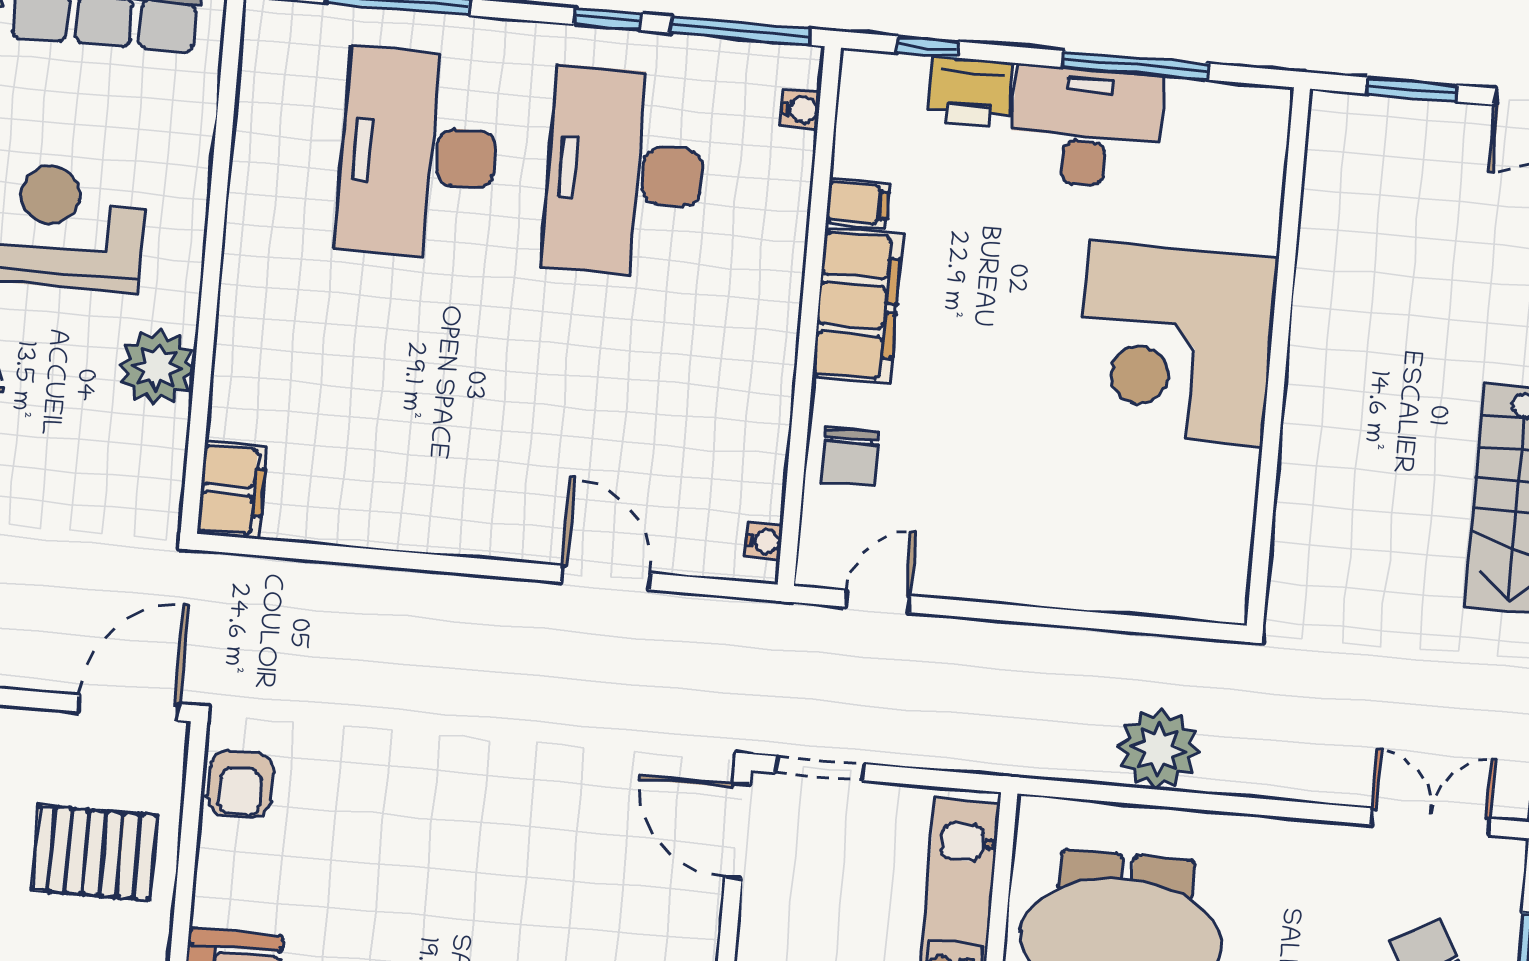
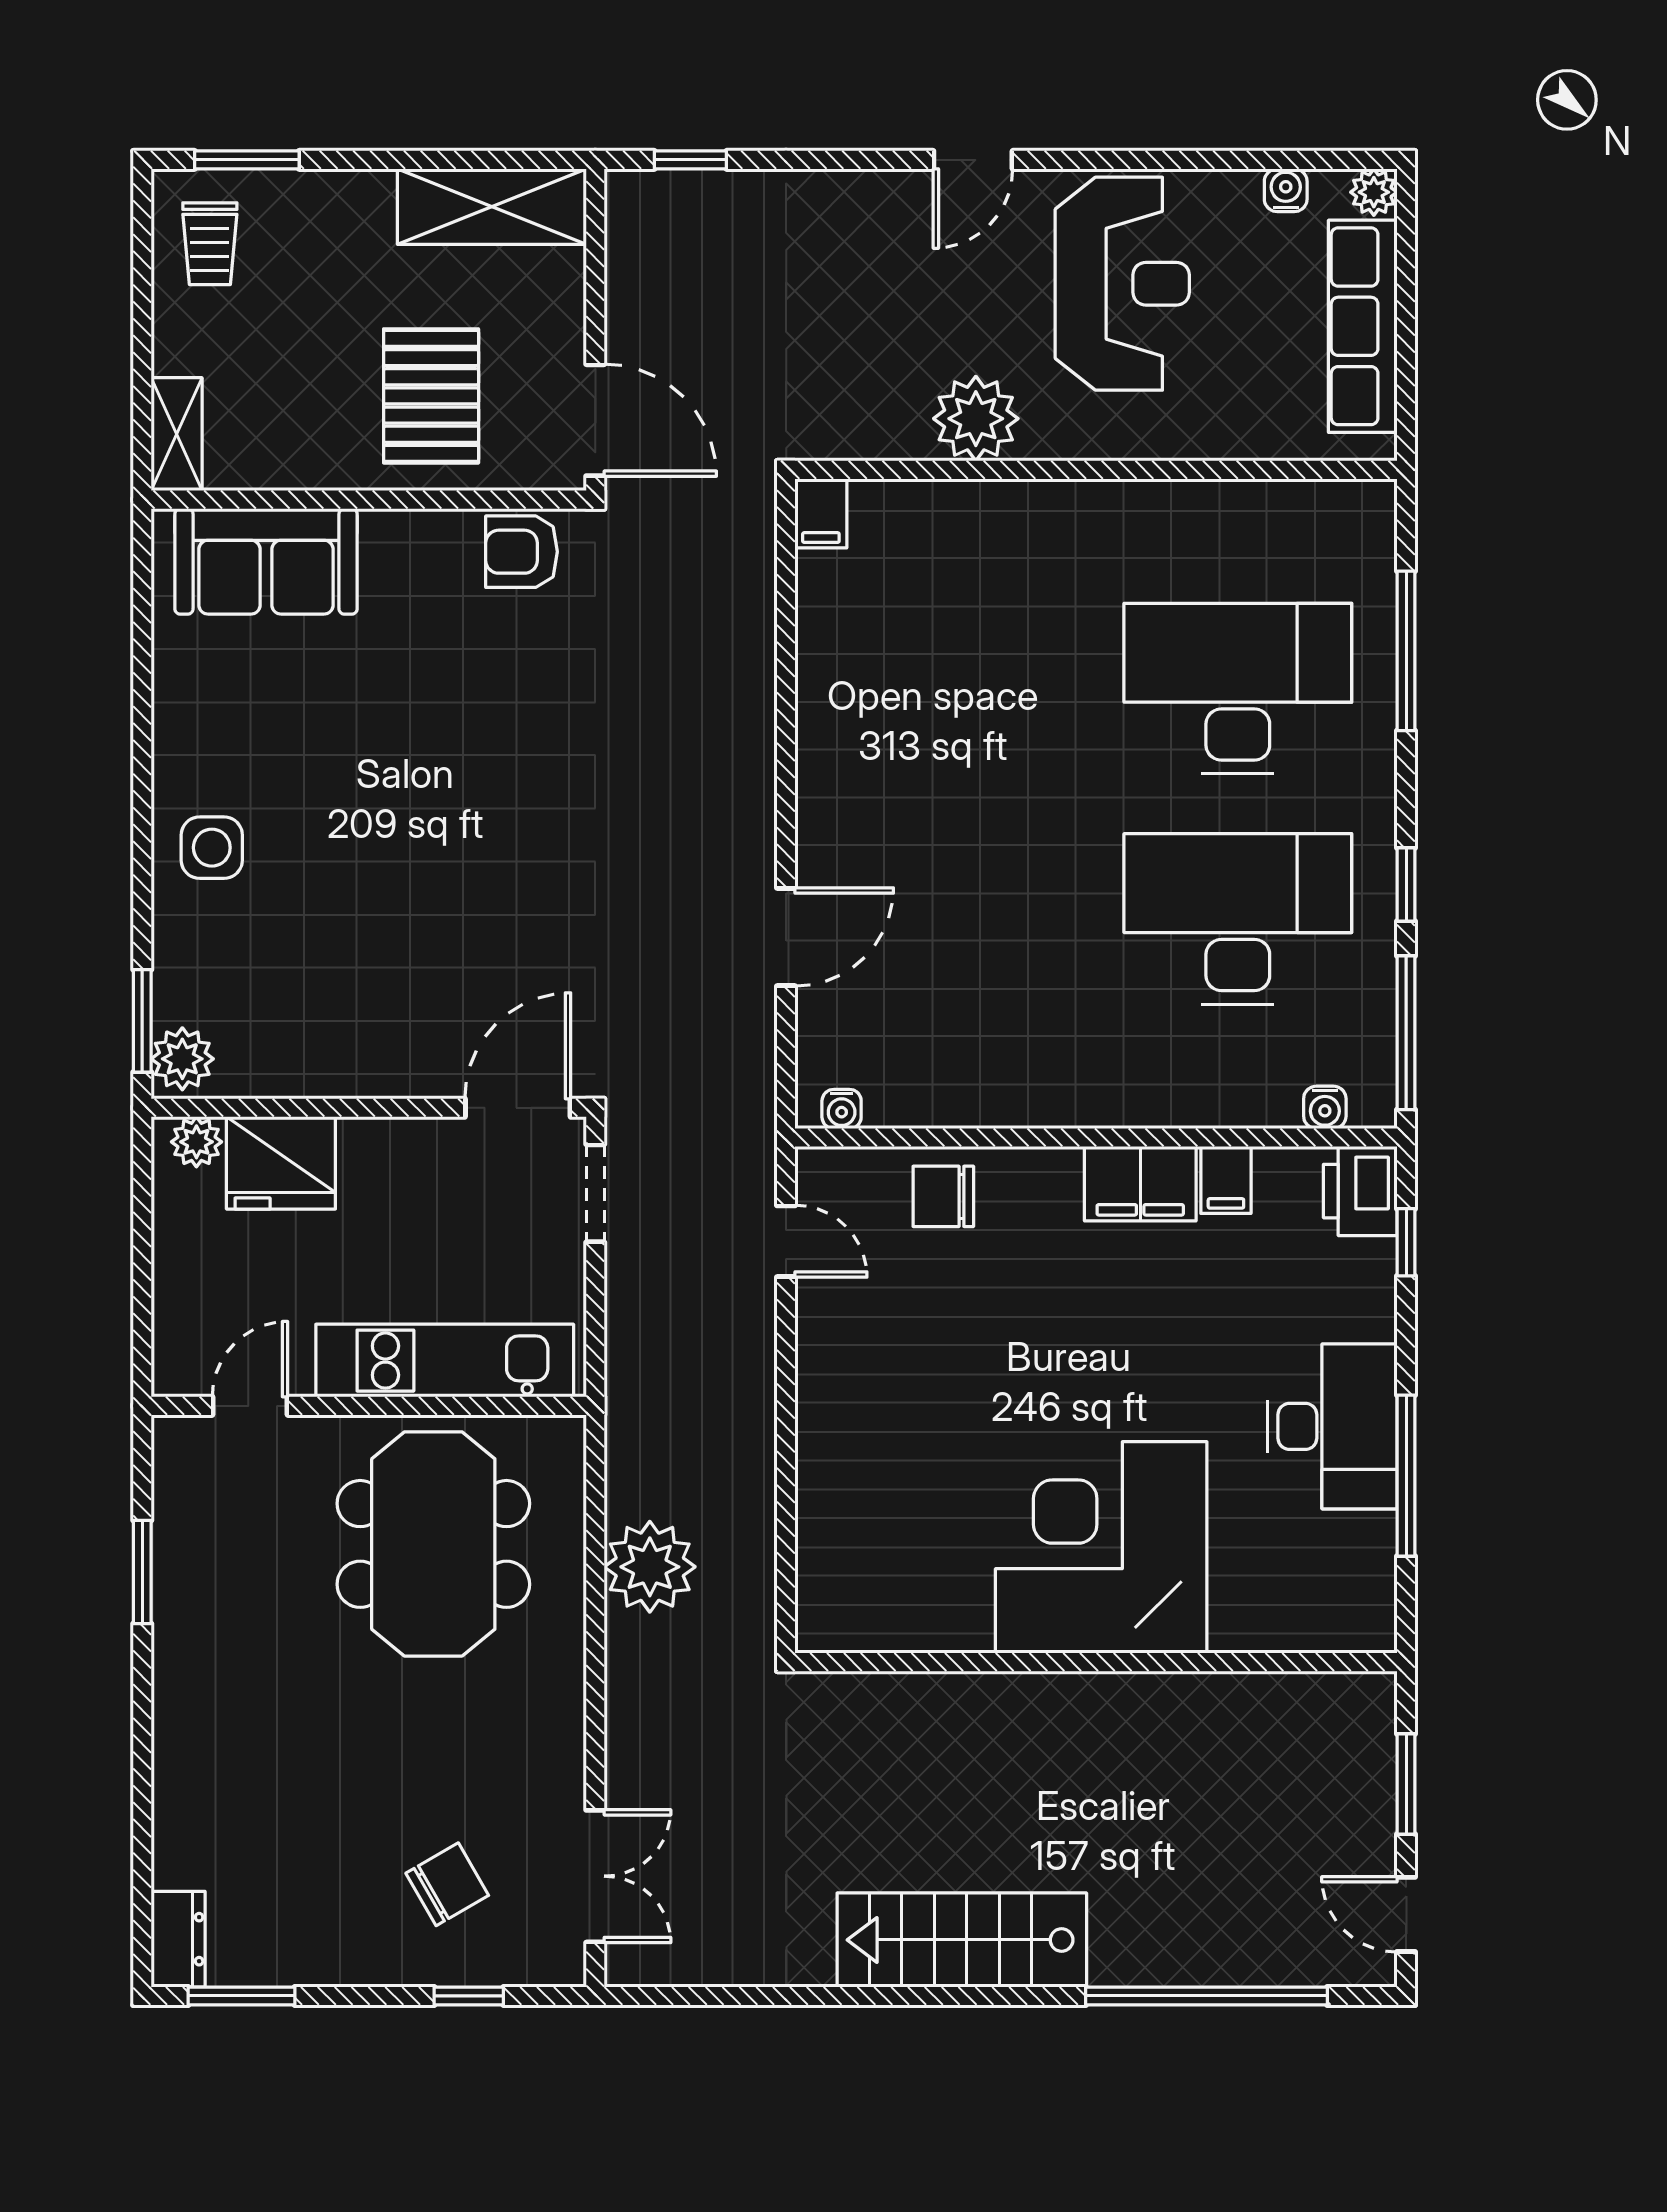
printer: (970, 92) -> (1360, 1191), moved
filing cabinet: (857, 306) -> (1140, 1184), width x0.67, depth x0.86
filing cabinet: (232, 490) -> (821, 513), width x0.50

